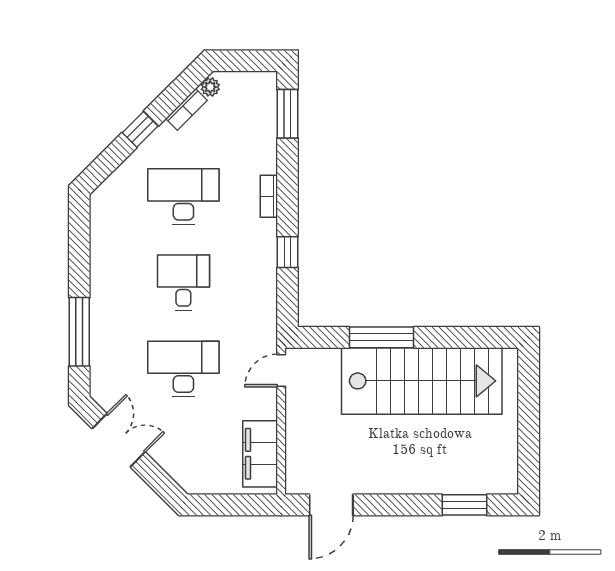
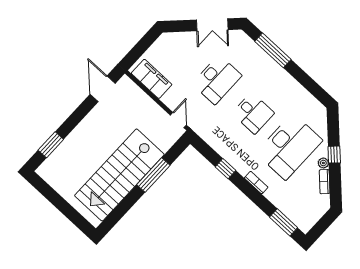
plant: (210, 87) -> (323, 163), moved
desk: (183, 197) -> (289, 147), width x1.36, depth x1.30

